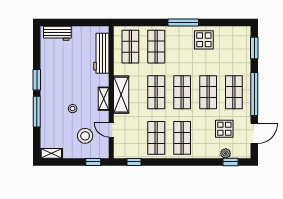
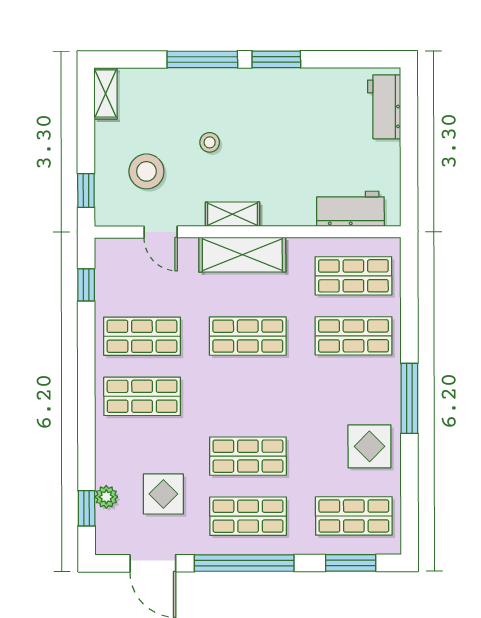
workbench: (101, 53) -> (350, 209), width x0.73
shop shelf: (182, 92) -> (354, 516), moved
door: (111, 130) -> (161, 232), swing flipped

